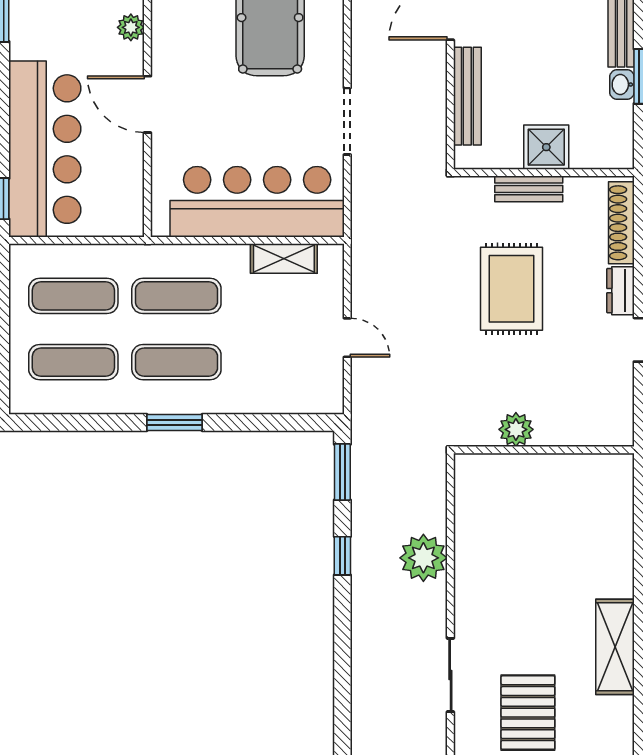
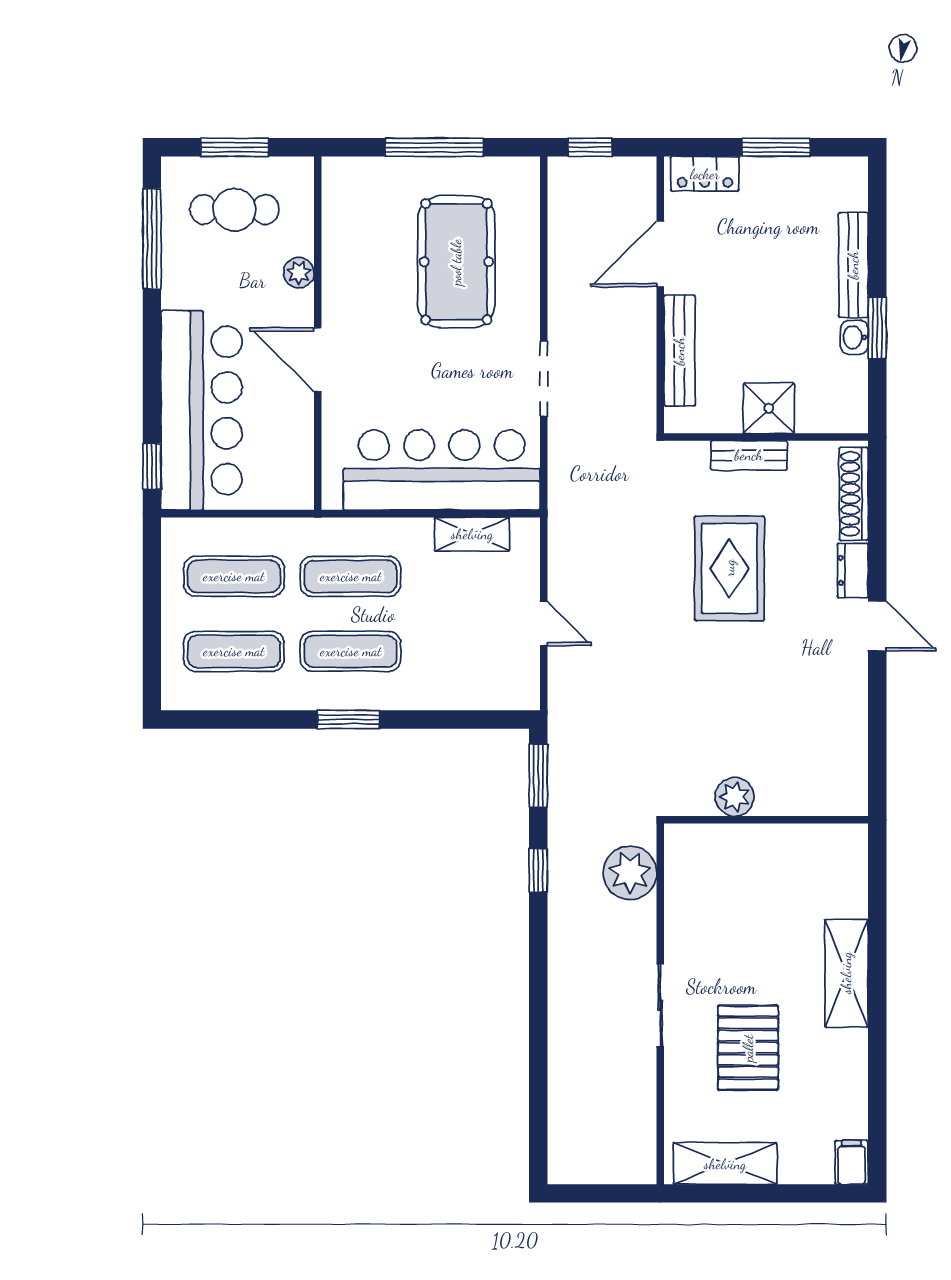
plant: (516, 429) -> (735, 797), moved
wall: (544, 450) -> (766, 820), moved

